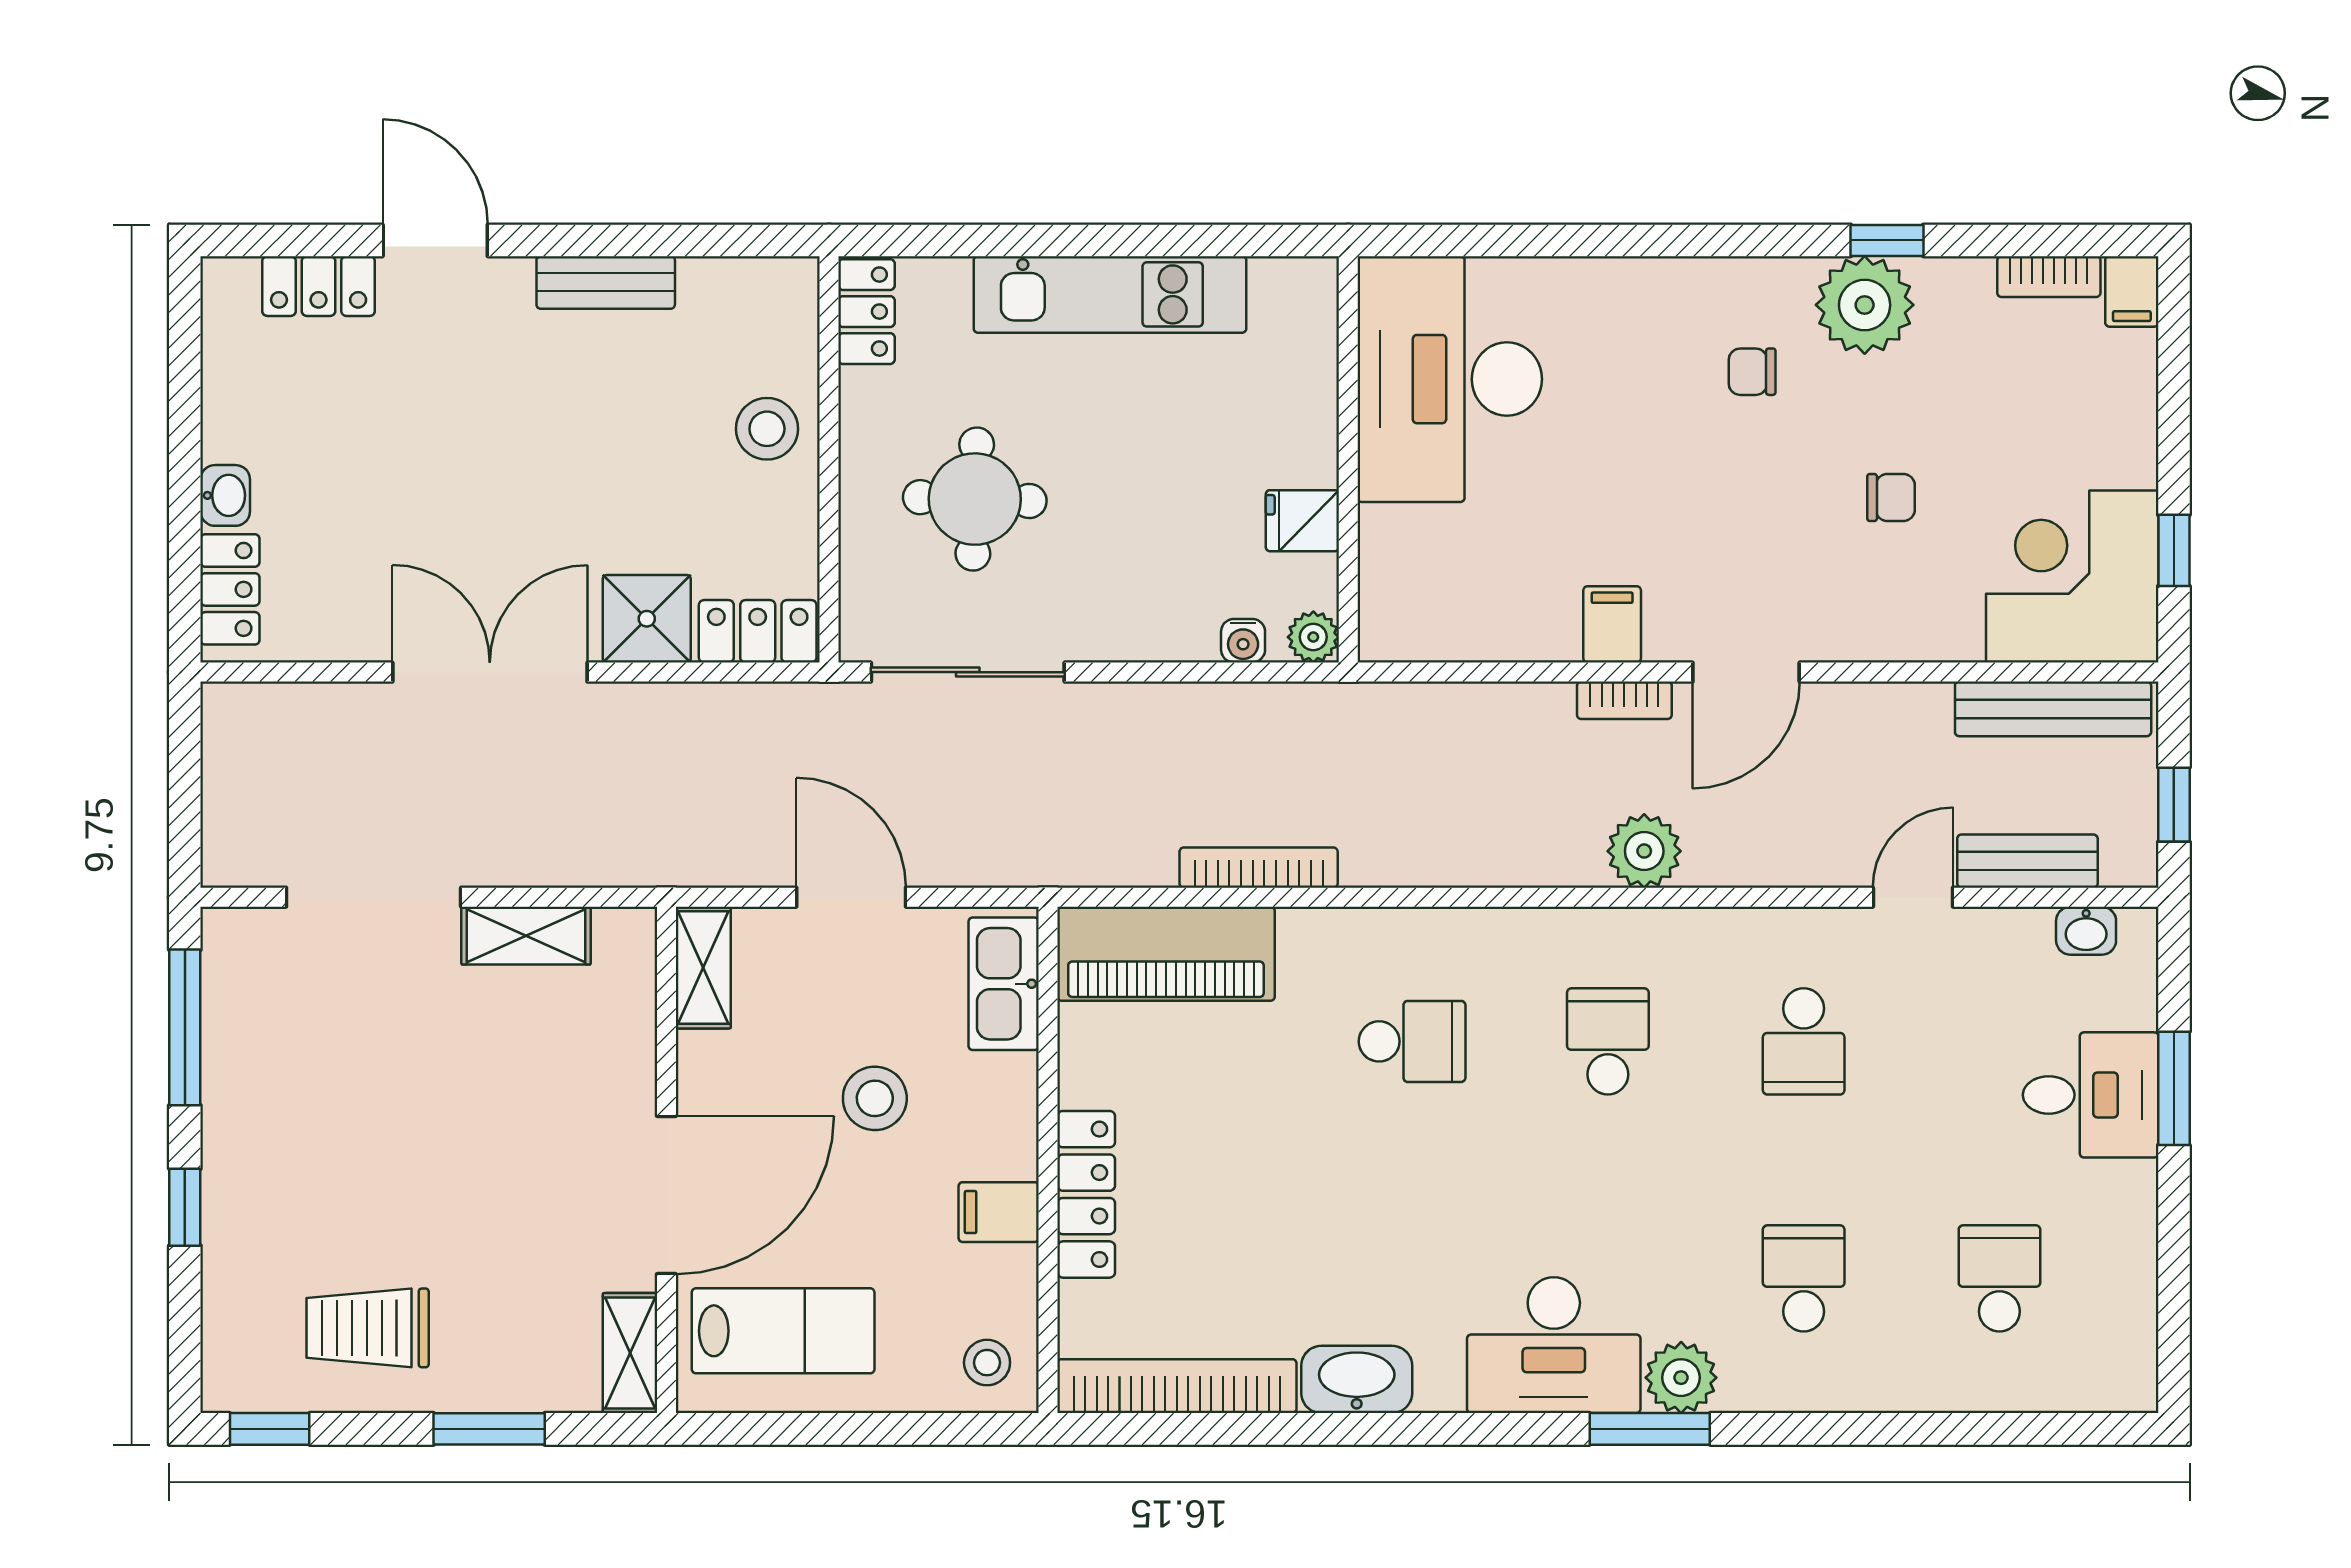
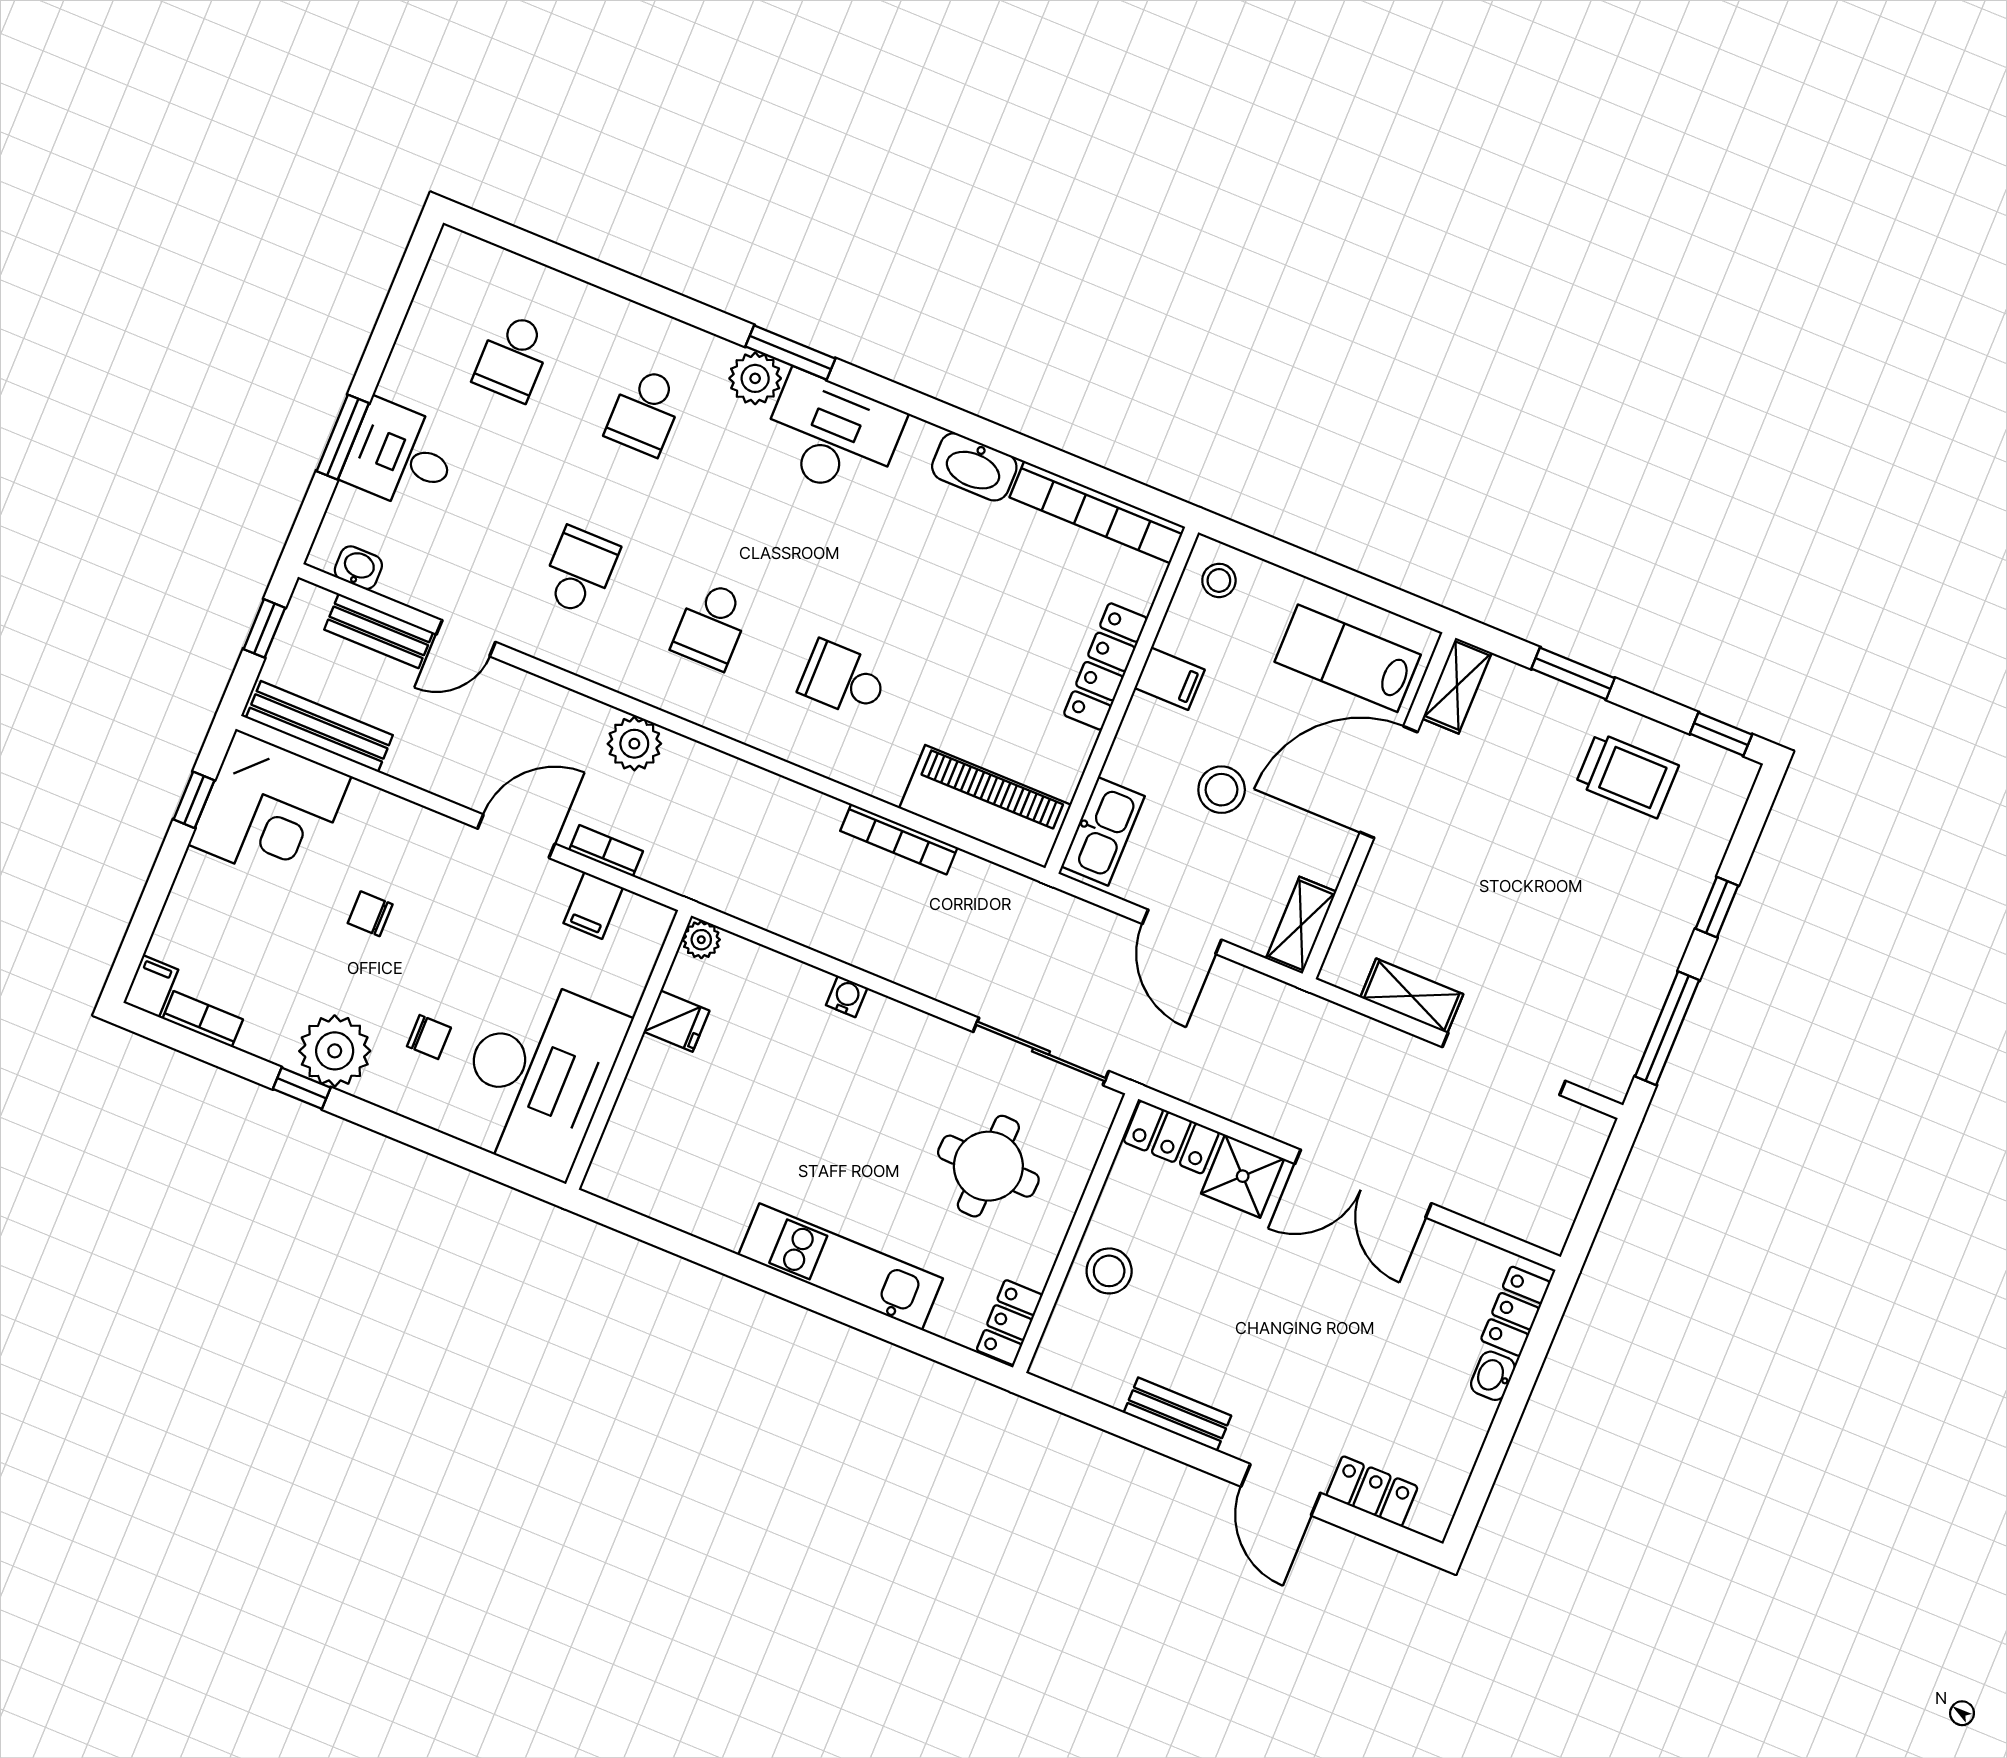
desk: (1450, 379) -> (538, 1076), moved
wall: (1348, 459) -> (629, 1050), moved
fridge: (1302, 521) -> (676, 1021), moved
plant: (1313, 637) -> (701, 940), moved

